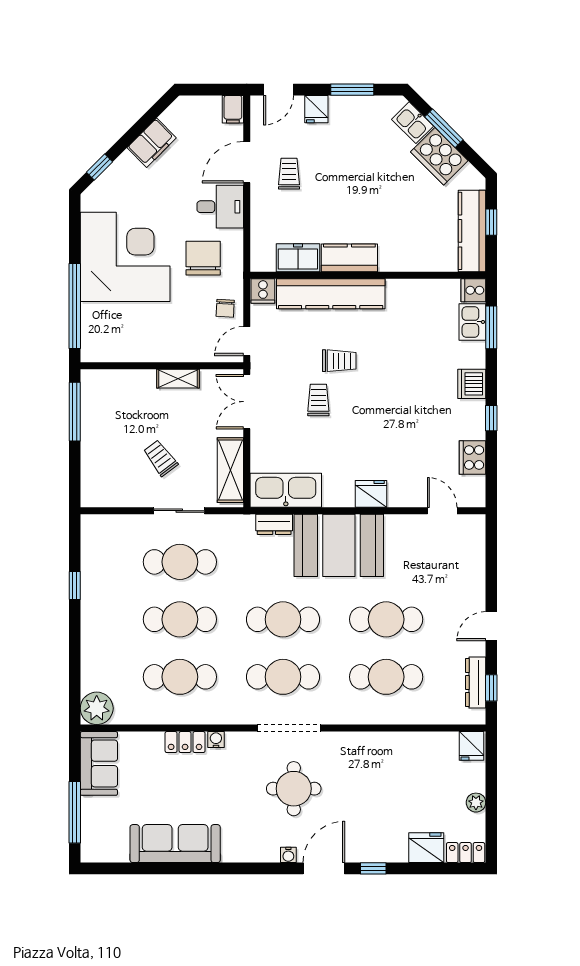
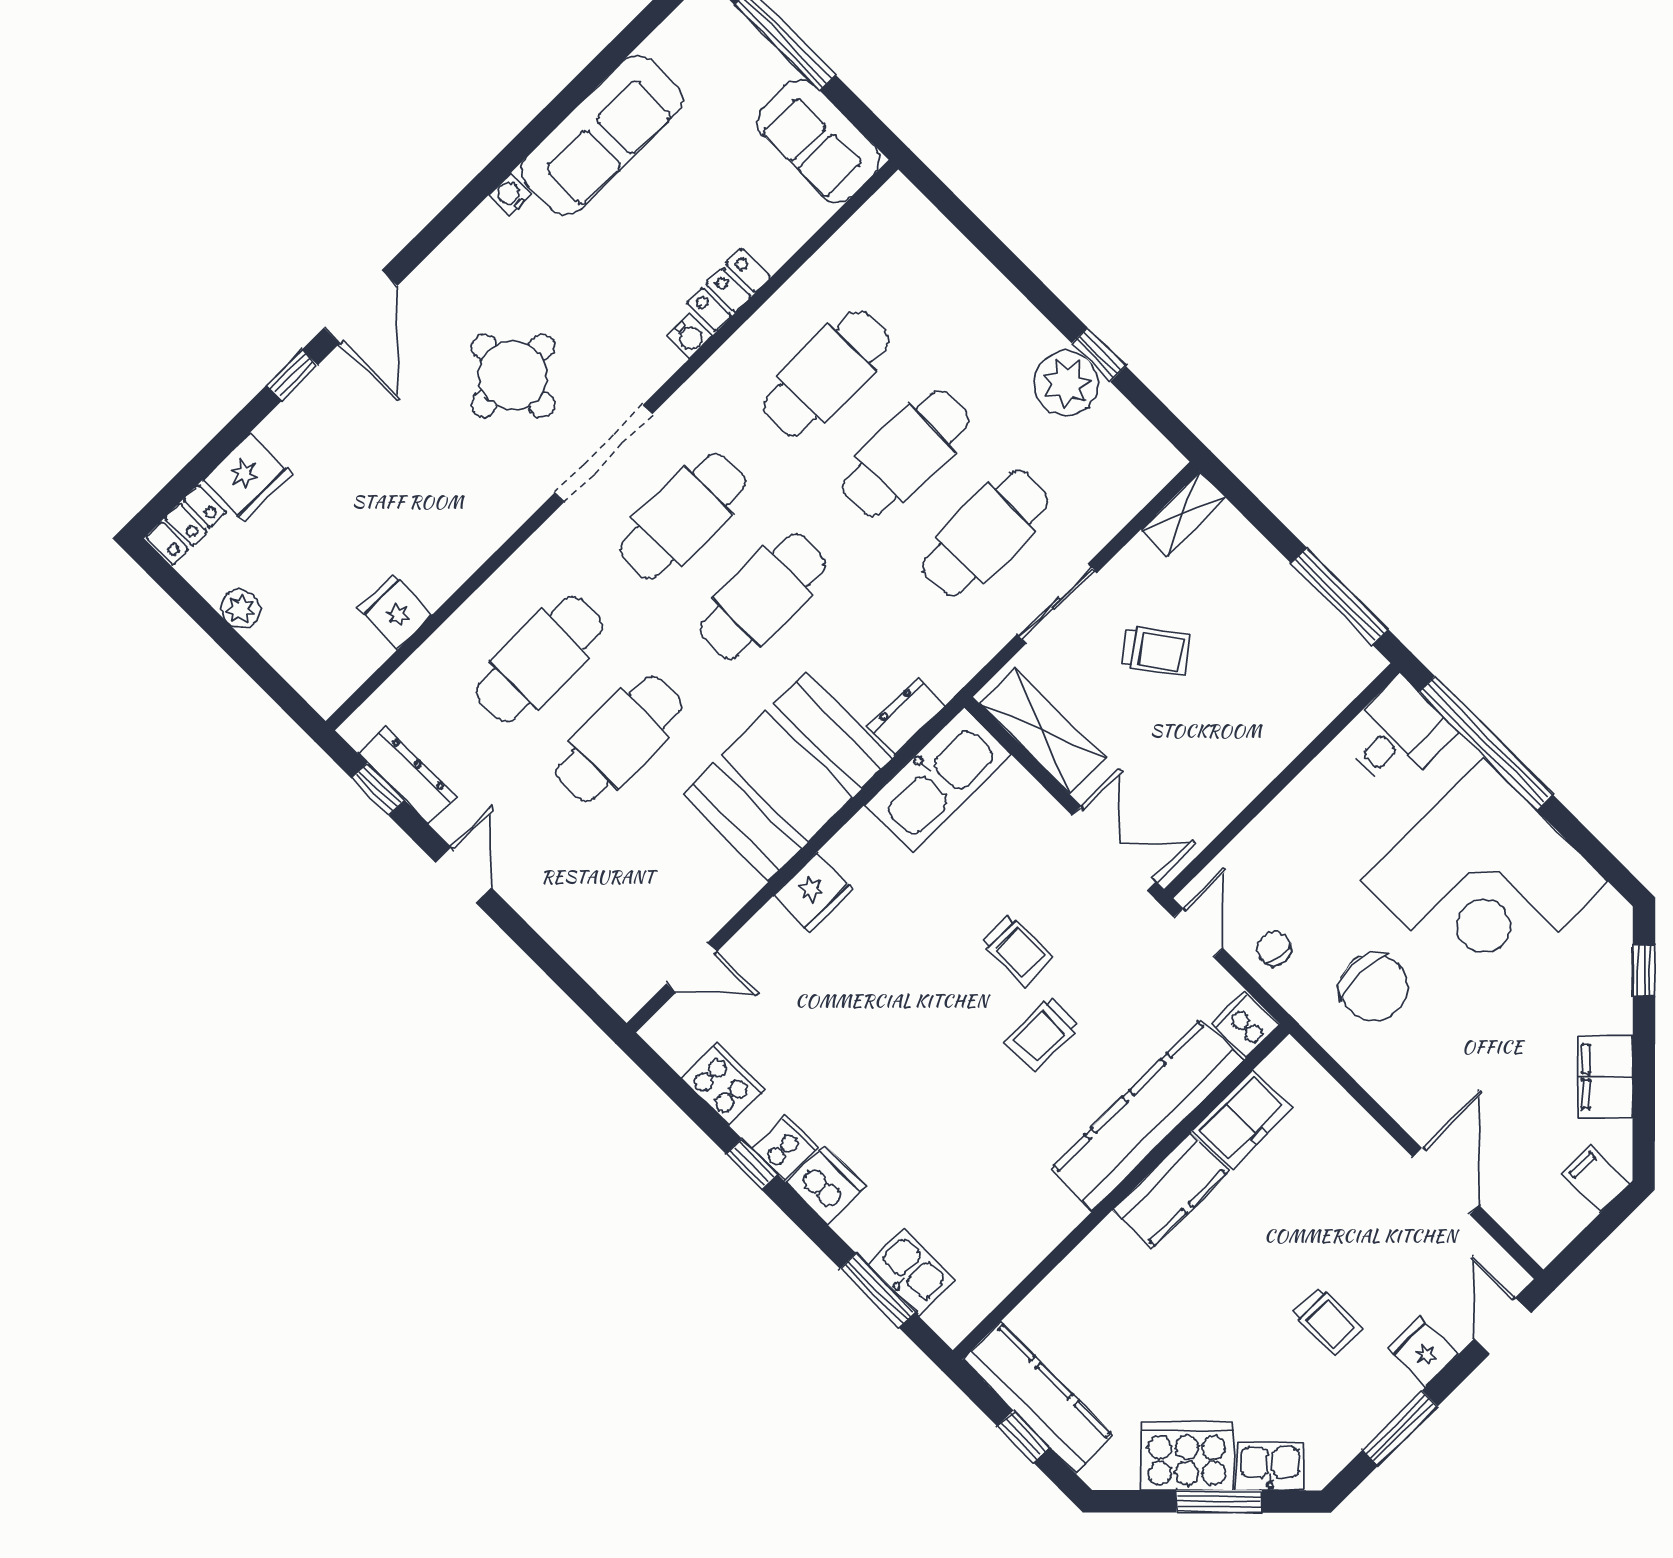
filing cabinet: (233, 109) -> (1596, 1179), moved
trolley: (289, 174) -> (1327, 1322), moved
desk: (220, 207) -> (1397, 735), moved, turned 180
cooker: (473, 290) -> (785, 1148), moved
shelving: (178, 379) -> (1183, 514), moved
plant: (97, 708) -> (1066, 383), moved
fridge: (471, 746) -> (395, 612), moved
water cooler: (288, 855) -> (510, 195), moved

